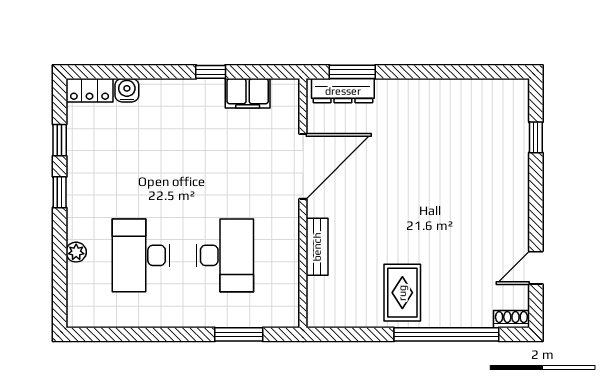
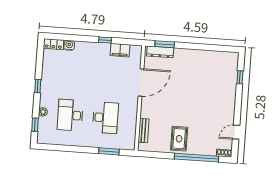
window: (60, 140) -> (35, 125), moved
bench: (317, 247) -> (144, 131), moved

